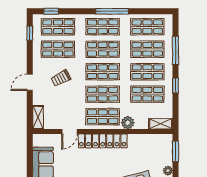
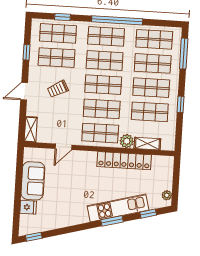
window: (51, 11) -> (63, 17), moved
window: (112, 11) -> (117, 20), width x1.46
window: (30, 33) -> (27, 52), moved
window: (175, 50) -> (184, 54), moved
shelving: (161, 124) -> (147, 144), moved
locker: (103, 141) -> (124, 161), moved
window: (175, 151) -> (176, 175), removed

